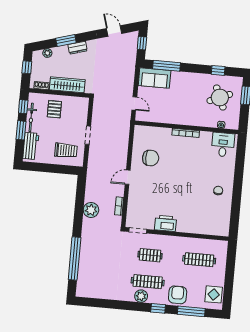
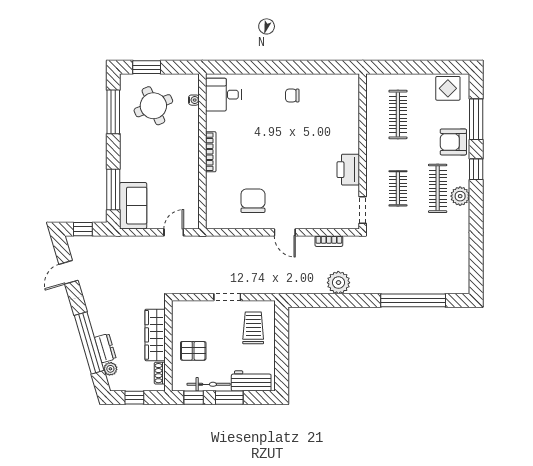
window: (66, 40) -> (89, 343), width x2.11
dresser: (78, 48) -> (105, 348), moved
window: (218, 70) -> (113, 112), width x2.17

